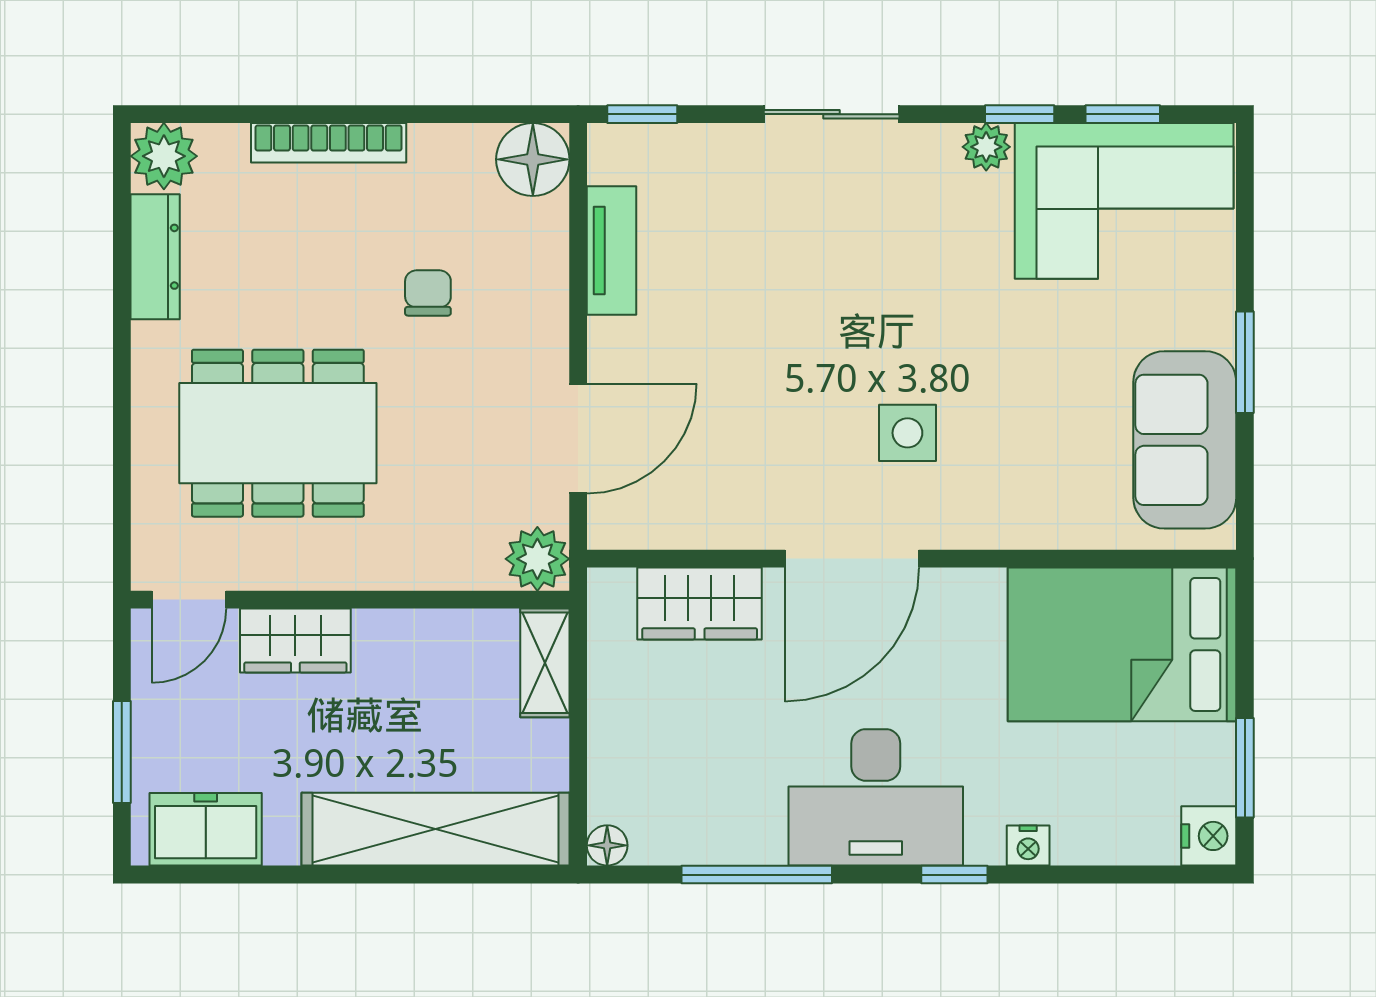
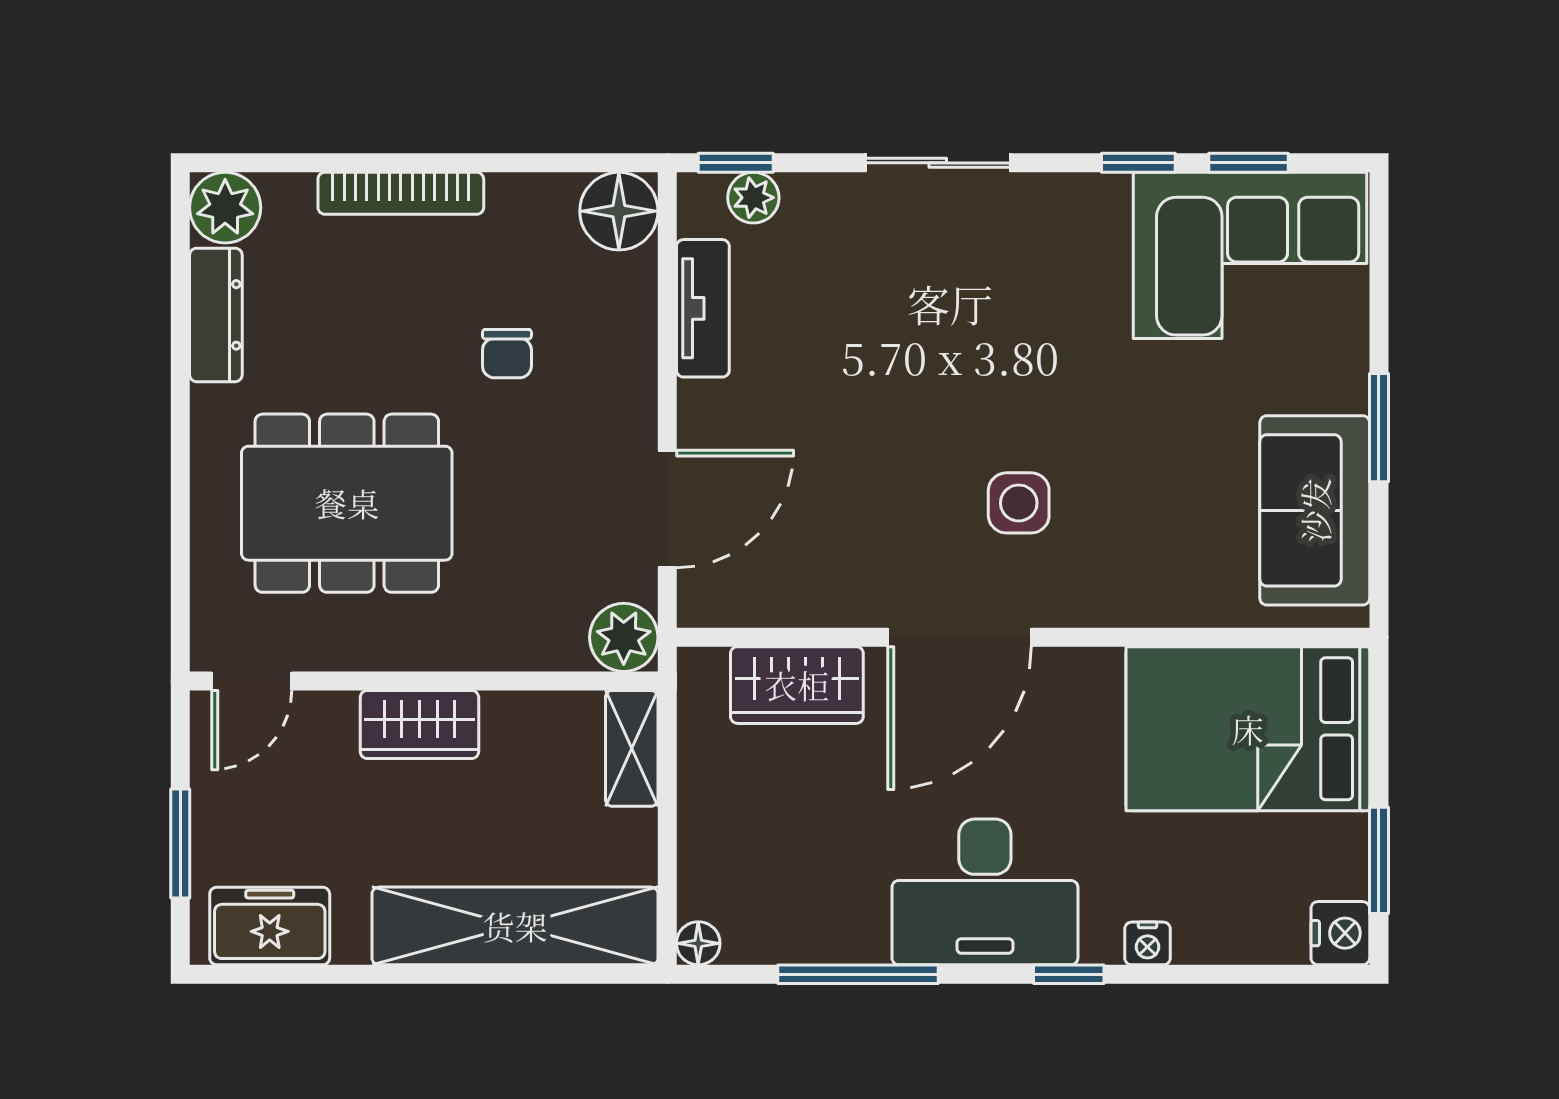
plant: (986, 147) -> (753, 198), moved
chair: (428, 293) -> (507, 354), turned 180
wardrobe: (295, 640) -> (419, 725), moved

